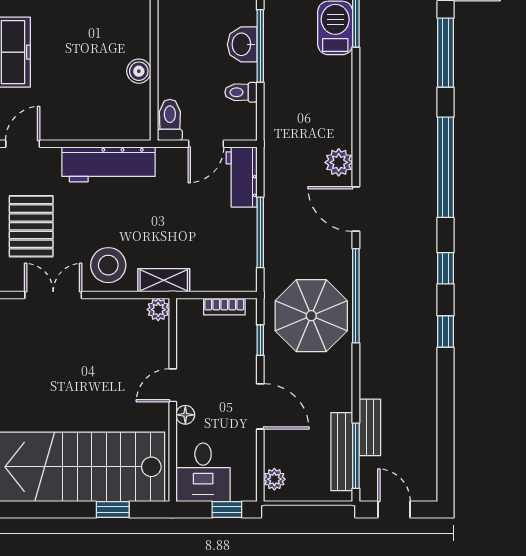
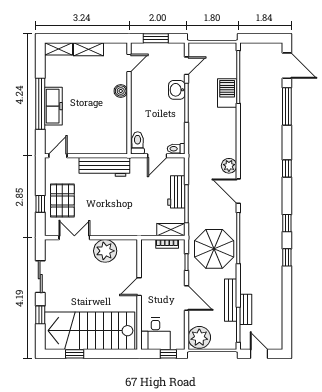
washbasin: (242, 44) -> (177, 90), moved
boiler: (139, 71) -> (121, 91), moved
toilet: (241, 92) -> (176, 149), moved
window: (446, 167) -> (287, 168), width x0.32
workbench: (242, 177) -> (176, 192), moved
stool: (108, 265) -> (104, 221), removed
shelving: (164, 280) -> (171, 230), moved
plant: (158, 310) -> (105, 251), moved, width x1.87, depth x1.87
floor lamp: (185, 415) -> (146, 303), removed
bench: (342, 452) -> (231, 300), moved
plant: (274, 479) -> (199, 337), width x1.87, depth x1.87
window: (113, 509) -> (75, 354), moved

